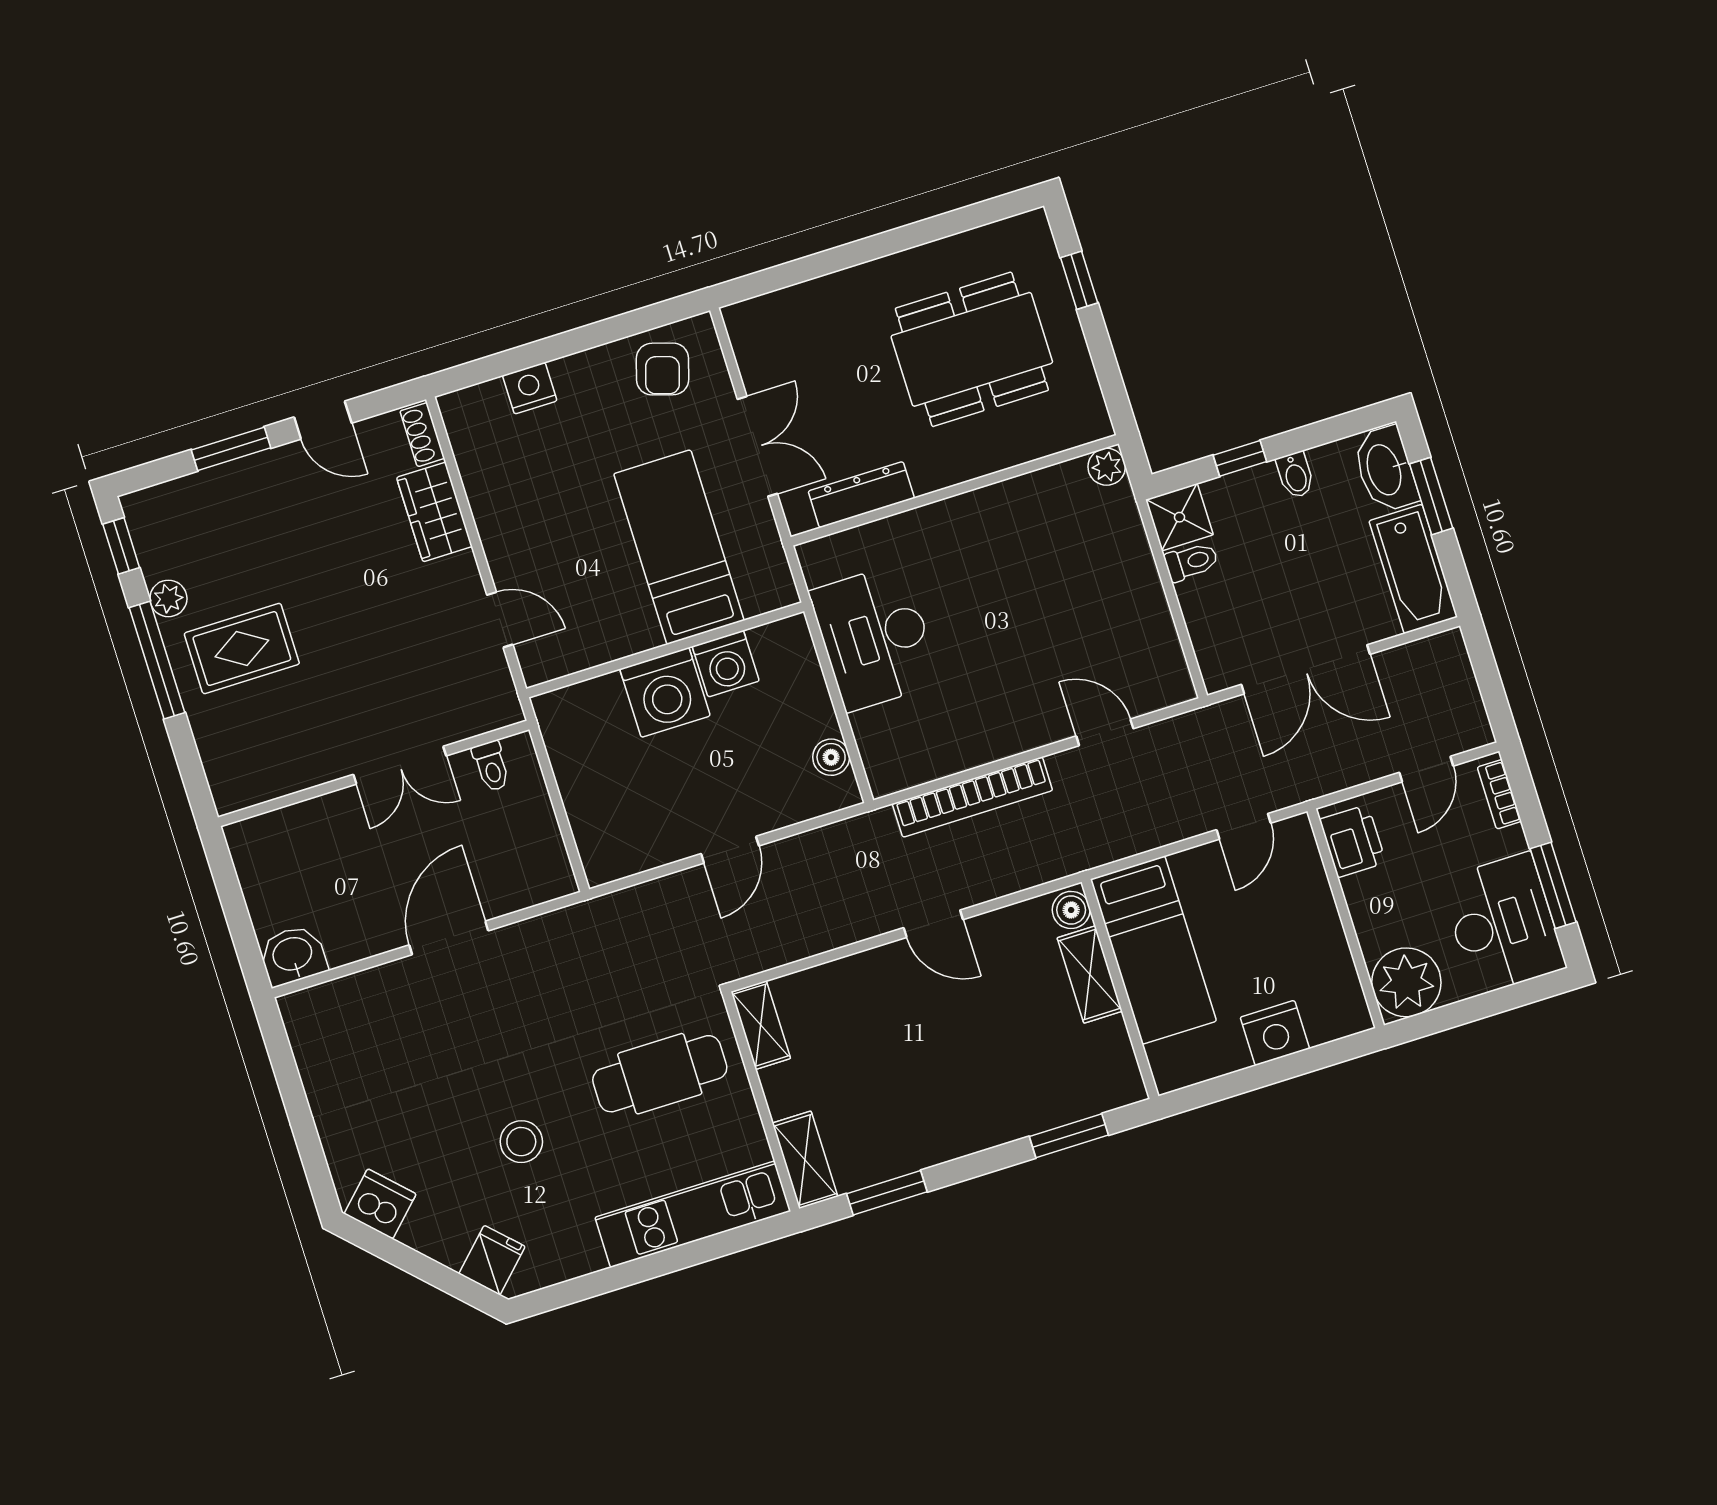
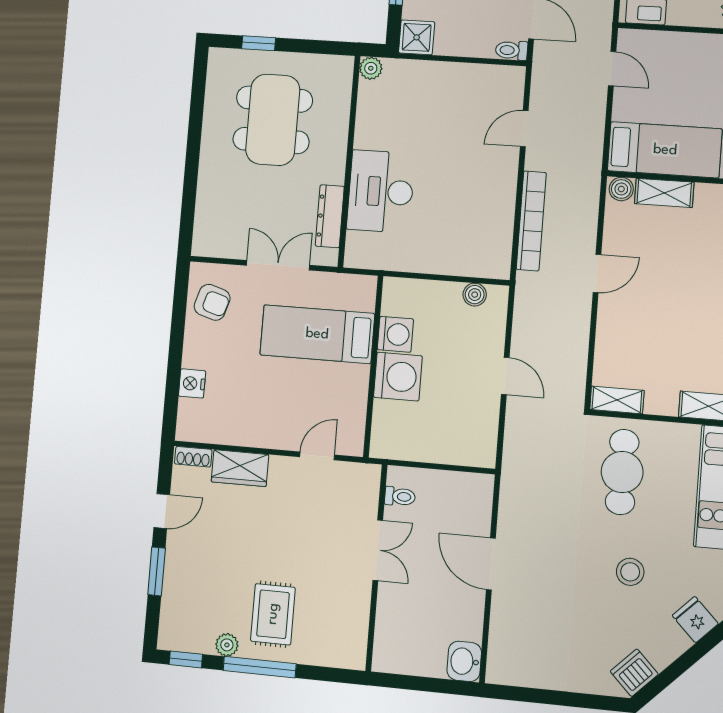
toilet: (1191, 562) -> (512, 50), moved, turned -90
desk: (875, 637) -> (381, 191), moved, turned 90

